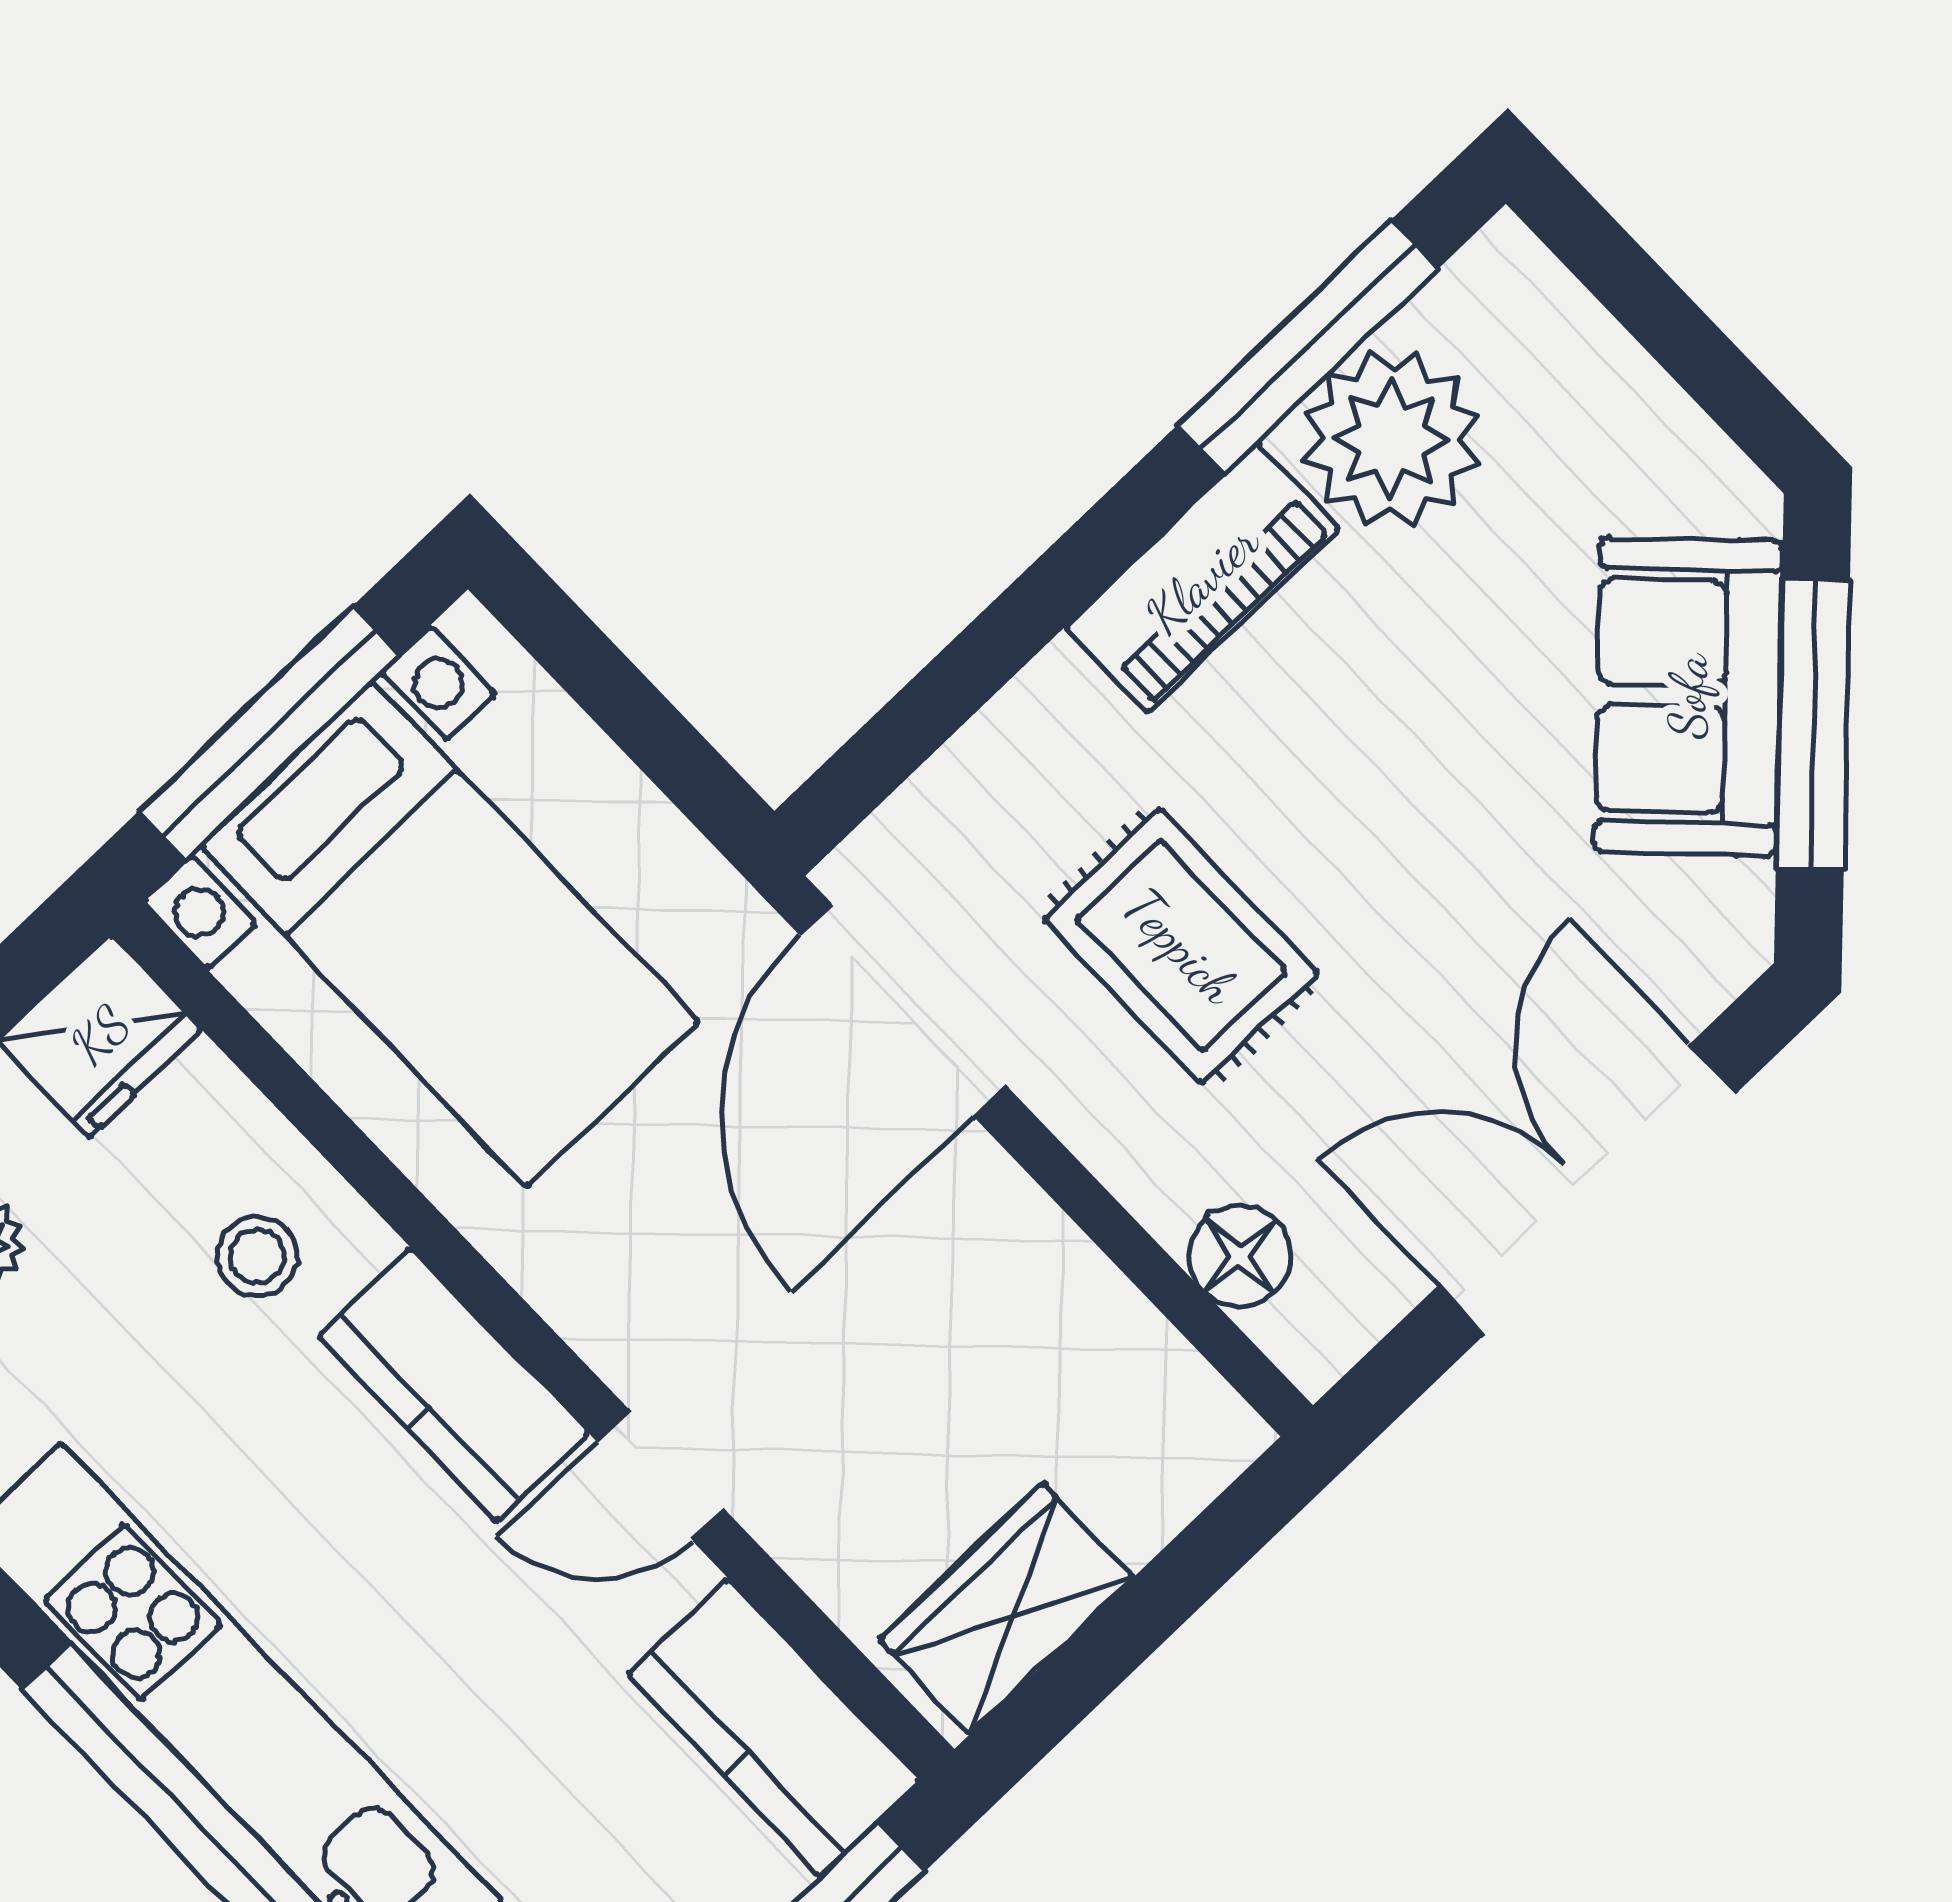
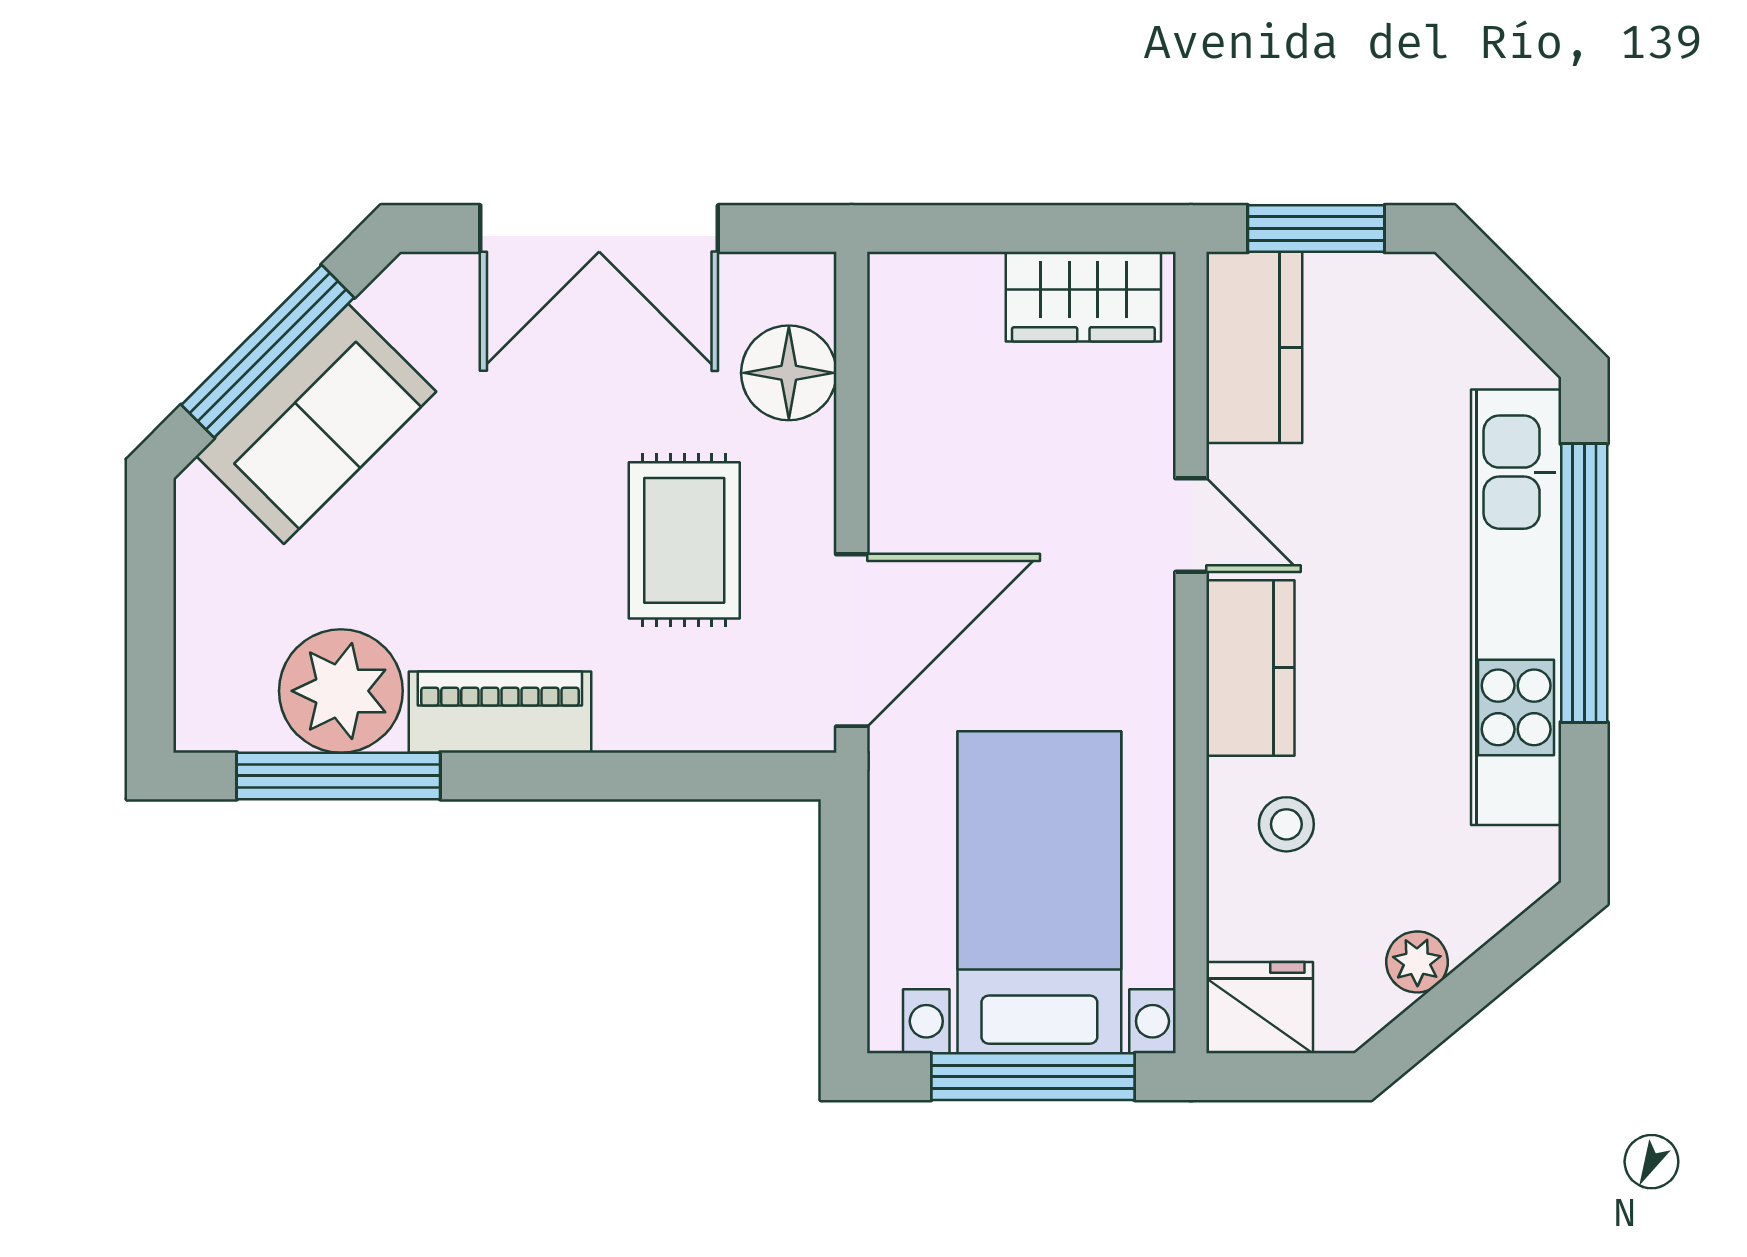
floor lamp: (1240, 1256) -> (789, 373), width x1.38, depth x1.38

